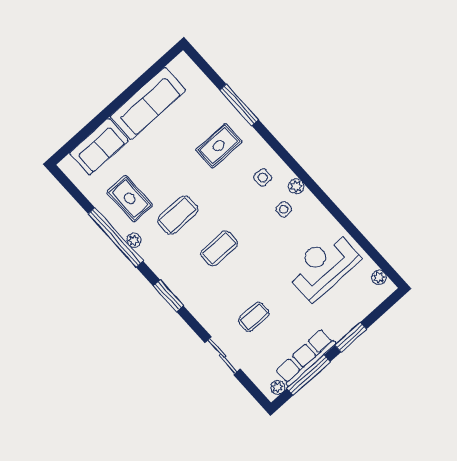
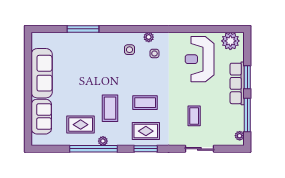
rug: (219, 146) -> (146, 131), moved, turned 90
coffee table: (219, 248) -> (145, 103), turned 90
plant: (379, 277) -> (230, 41), width x1.87, depth x1.87
row of seats: (306, 357) -> (237, 83), moved

